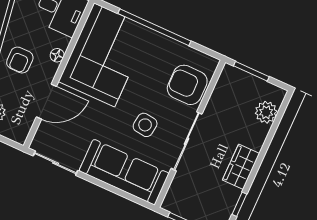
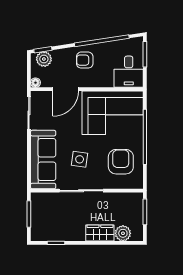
floor lamp: (57, 55) -> (35, 83), moved
armchair: (187, 85) -> (121, 162), moved
door: (46, 102) -> (66, 89), hinge flipped
wardrobe: (241, 167) -> (100, 233), moved

